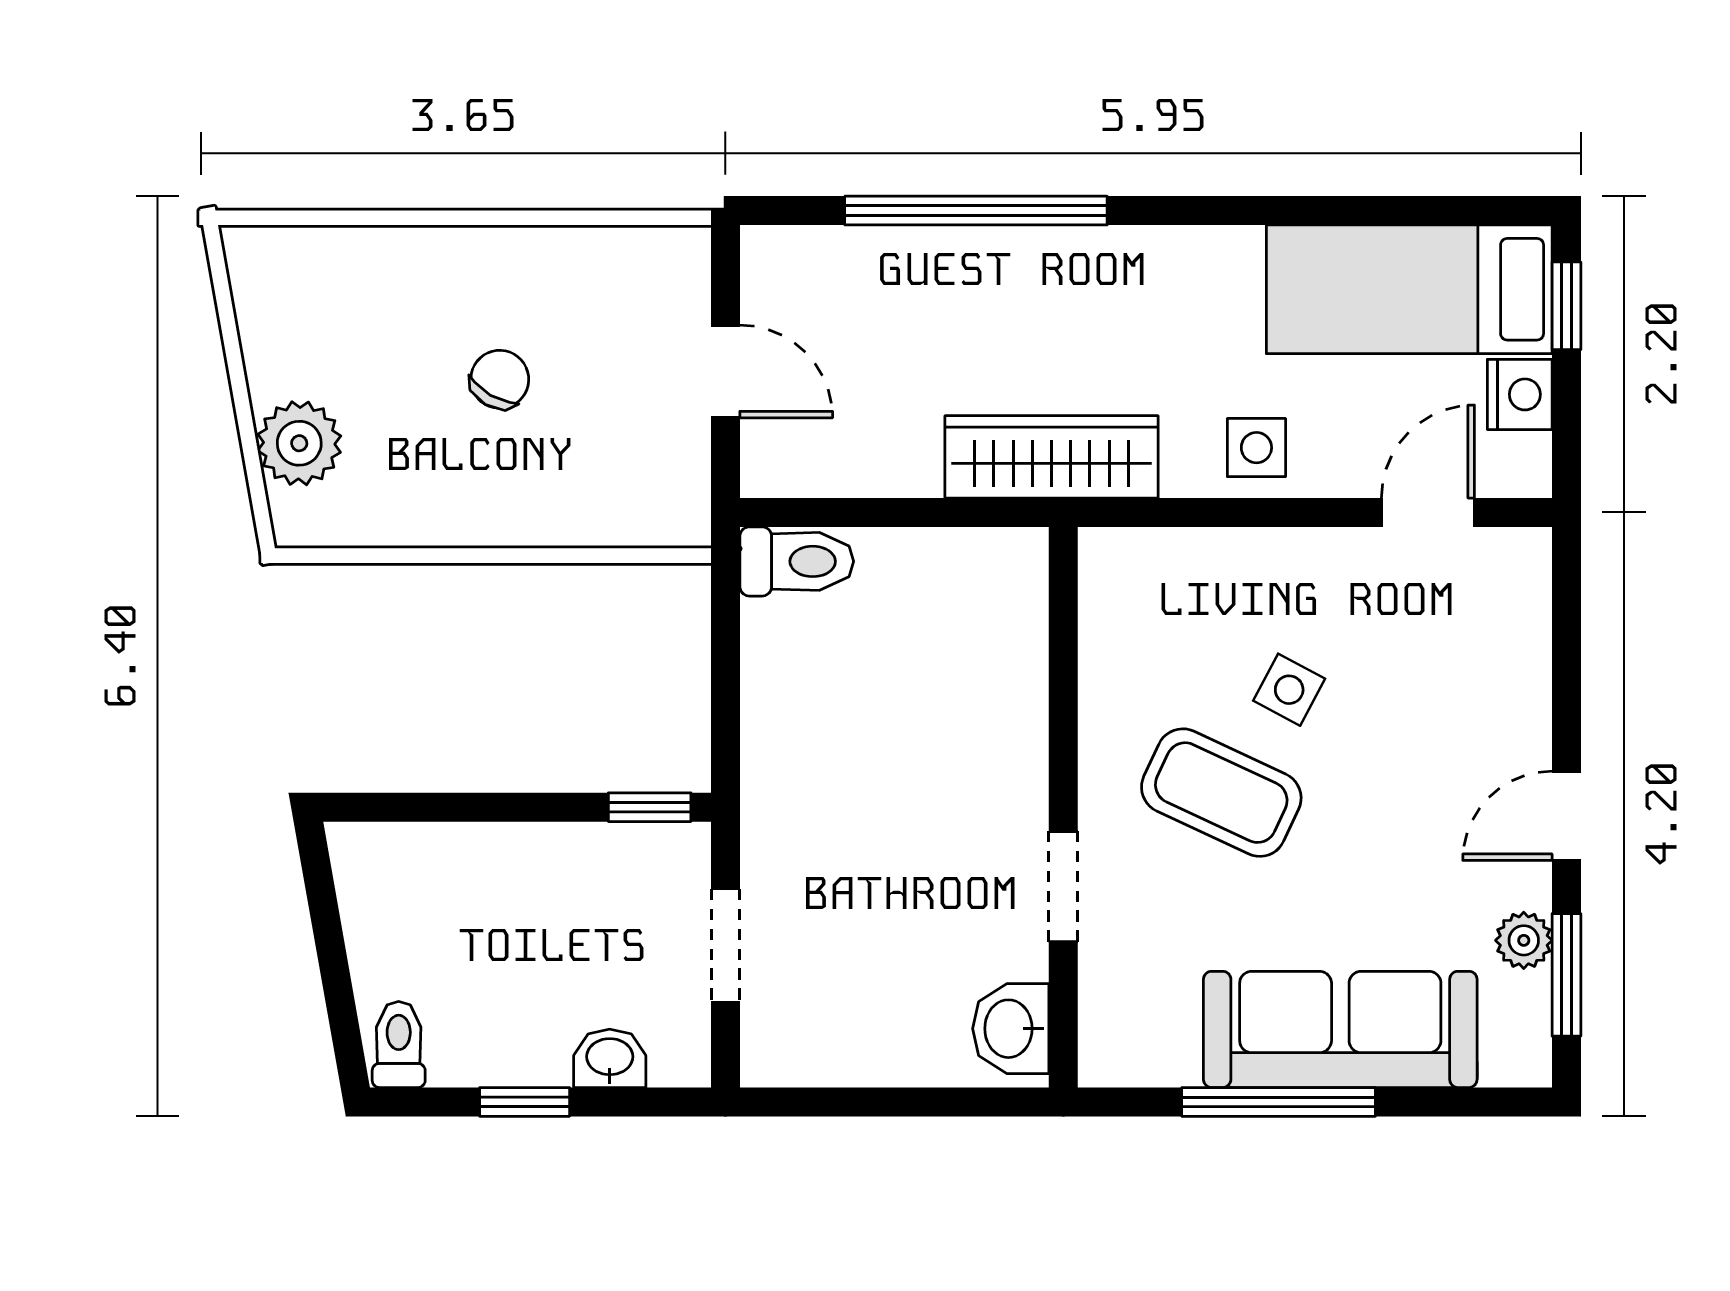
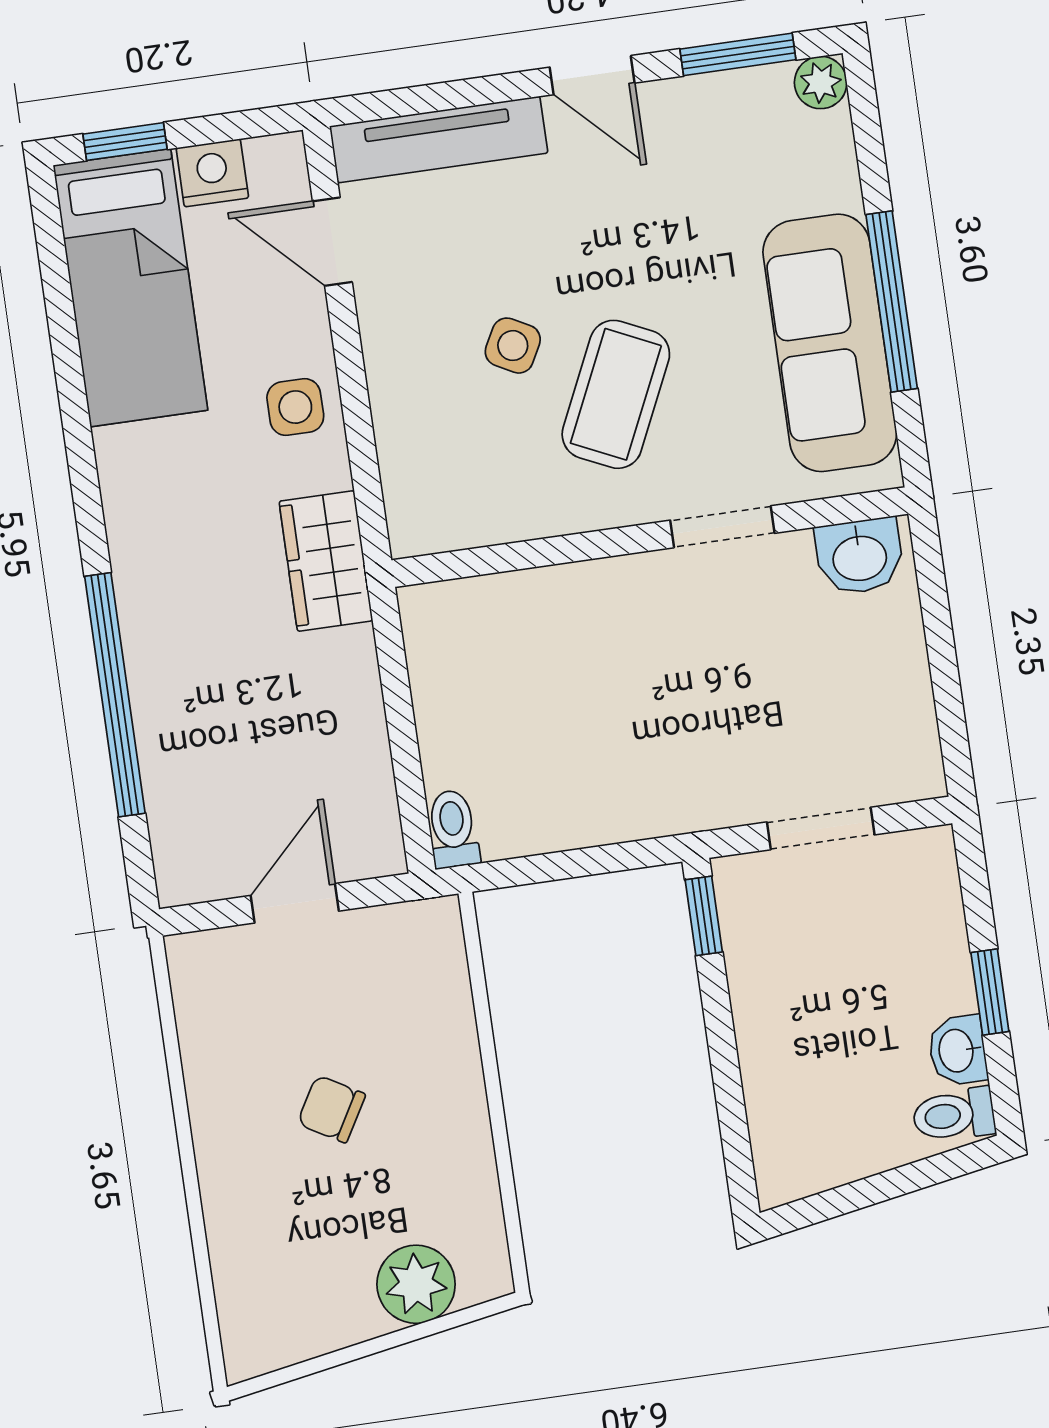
wardrobe: (1051, 457) -> (326, 561), width x0.67
toilet: (797, 561) -> (453, 829), width x0.73, depth x0.72
tv unit: (1521, 642) -> (439, 139), added
plant: (1524, 940) -> (821, 83), moved
sofa: (1340, 1029) -> (830, 343), moved
washbasin: (610, 1058) -> (958, 1050), moved

